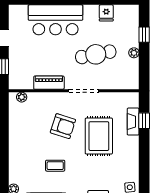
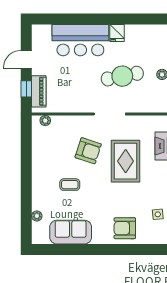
fridge: (106, 13) -> (117, 33), moved
piano: (49, 83) -> (39, 91), moved, turned 90
coffee table: (55, 166) -> (70, 185), moved

